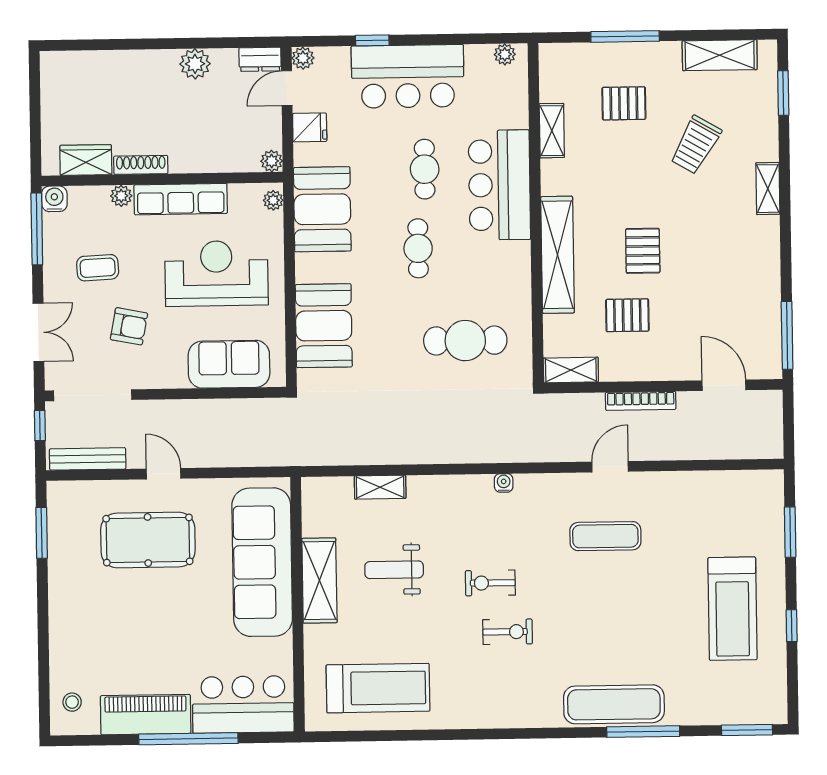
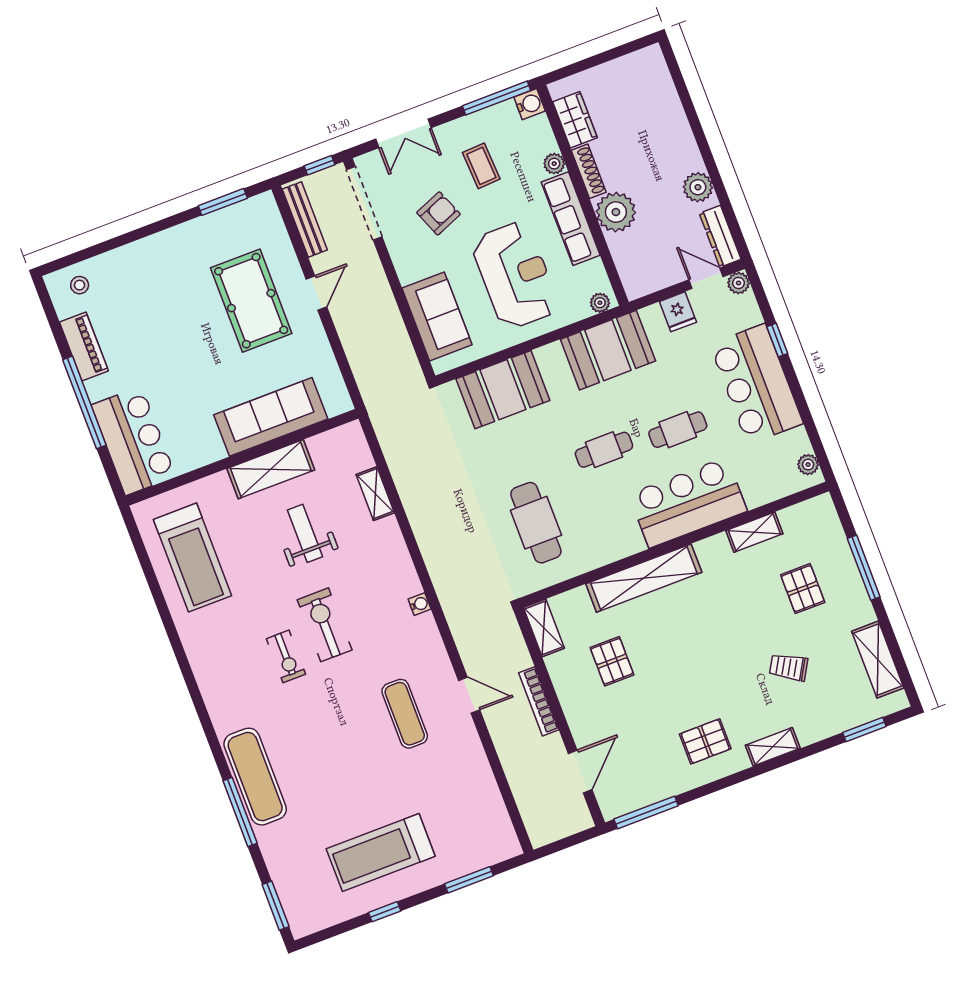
dresser: (260, 59) -> (720, 236), width x1.44
trolley: (696, 145) -> (789, 667), width x0.73, depth x0.72
plant: (272, 161) -> (616, 212), moved, width x1.87, depth x1.87
pallet: (643, 251) -> (705, 741), moved
armchair: (129, 326) -> (439, 213), turned -123
sofa: (262, 562) -> (271, 417), width x0.74, depth x0.79
exercise bike: (490, 583) -> (325, 625), width x1.38, depth x1.39
piano: (146, 715) -> (84, 347), width x0.73, depth x0.75

